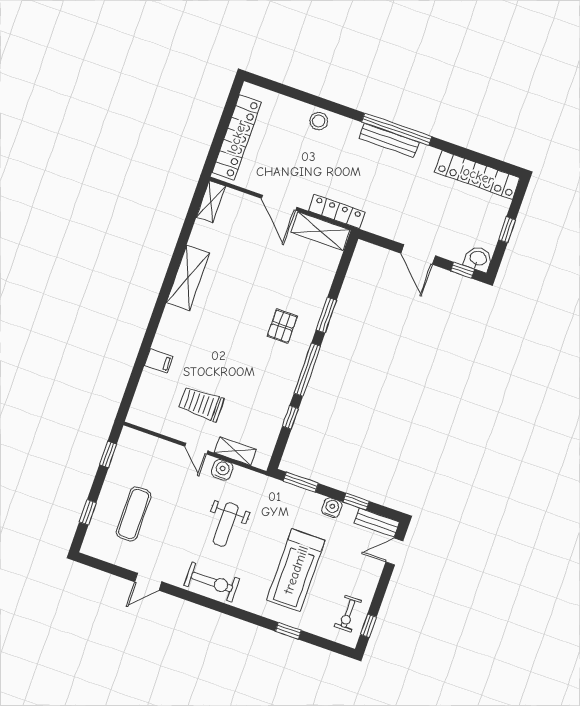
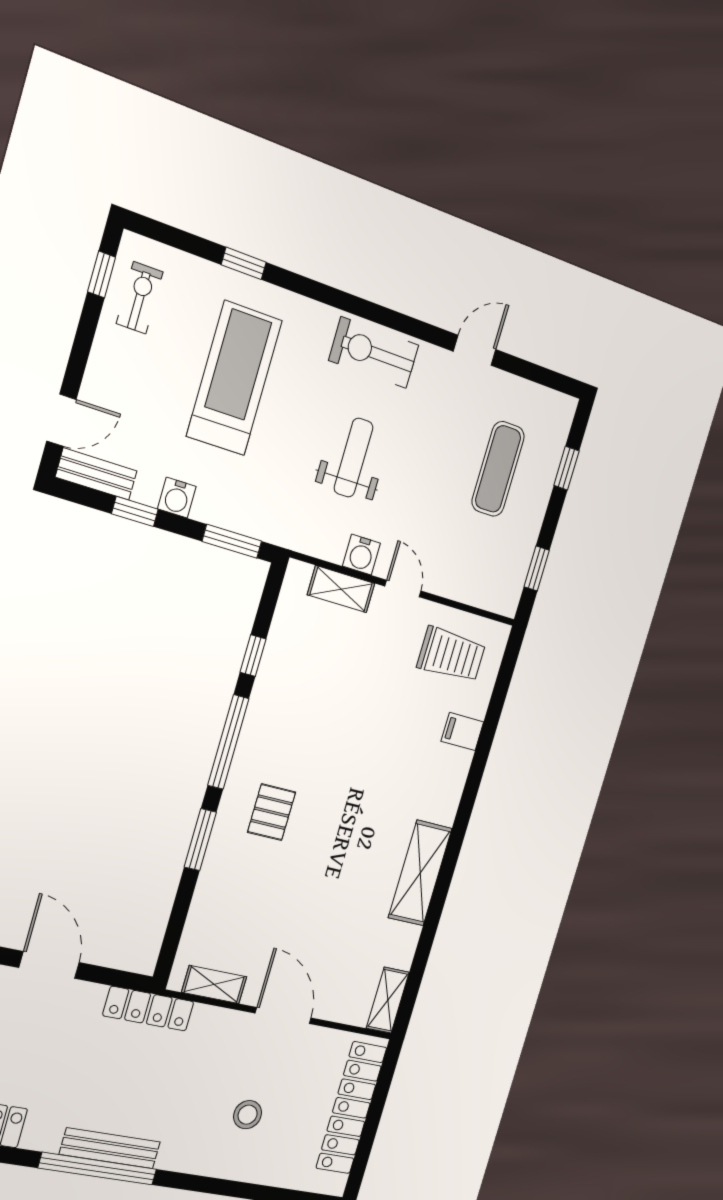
stool: (319, 121) -> (248, 1115), moved
locker: (337, 211) -> (148, 1009), moved
shelving: (320, 231) -> (214, 984), width x0.67, depth x0.75
trolley: (201, 404) -> (451, 655), moved

